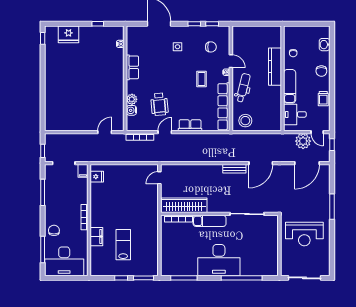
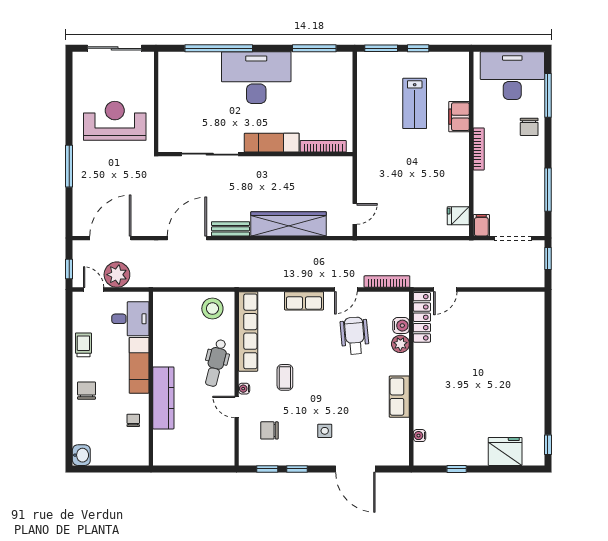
washbasin: (325, 45) -> (81, 455), moved
locker: (119, 115) -> (422, 317), added
wardrobe: (184, 205) -> (289, 224), moved, turned 180

